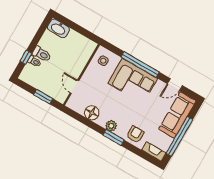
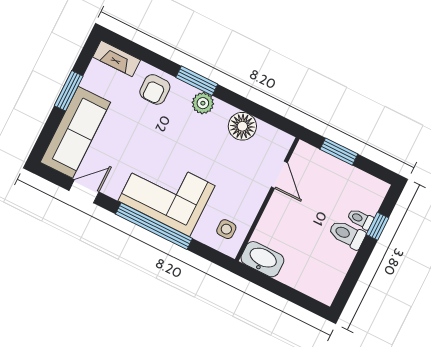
washbasin: (58, 28) -> (262, 259), moved
window: (179, 136) -> (69, 91), width x0.47

